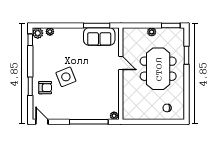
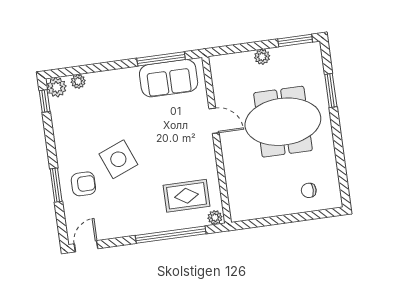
meeting table: (158, 69) -> (283, 122), turned 90
rug: (100, 102) -> (186, 196), added
door: (42, 122) -> (86, 246), hinge flipped

